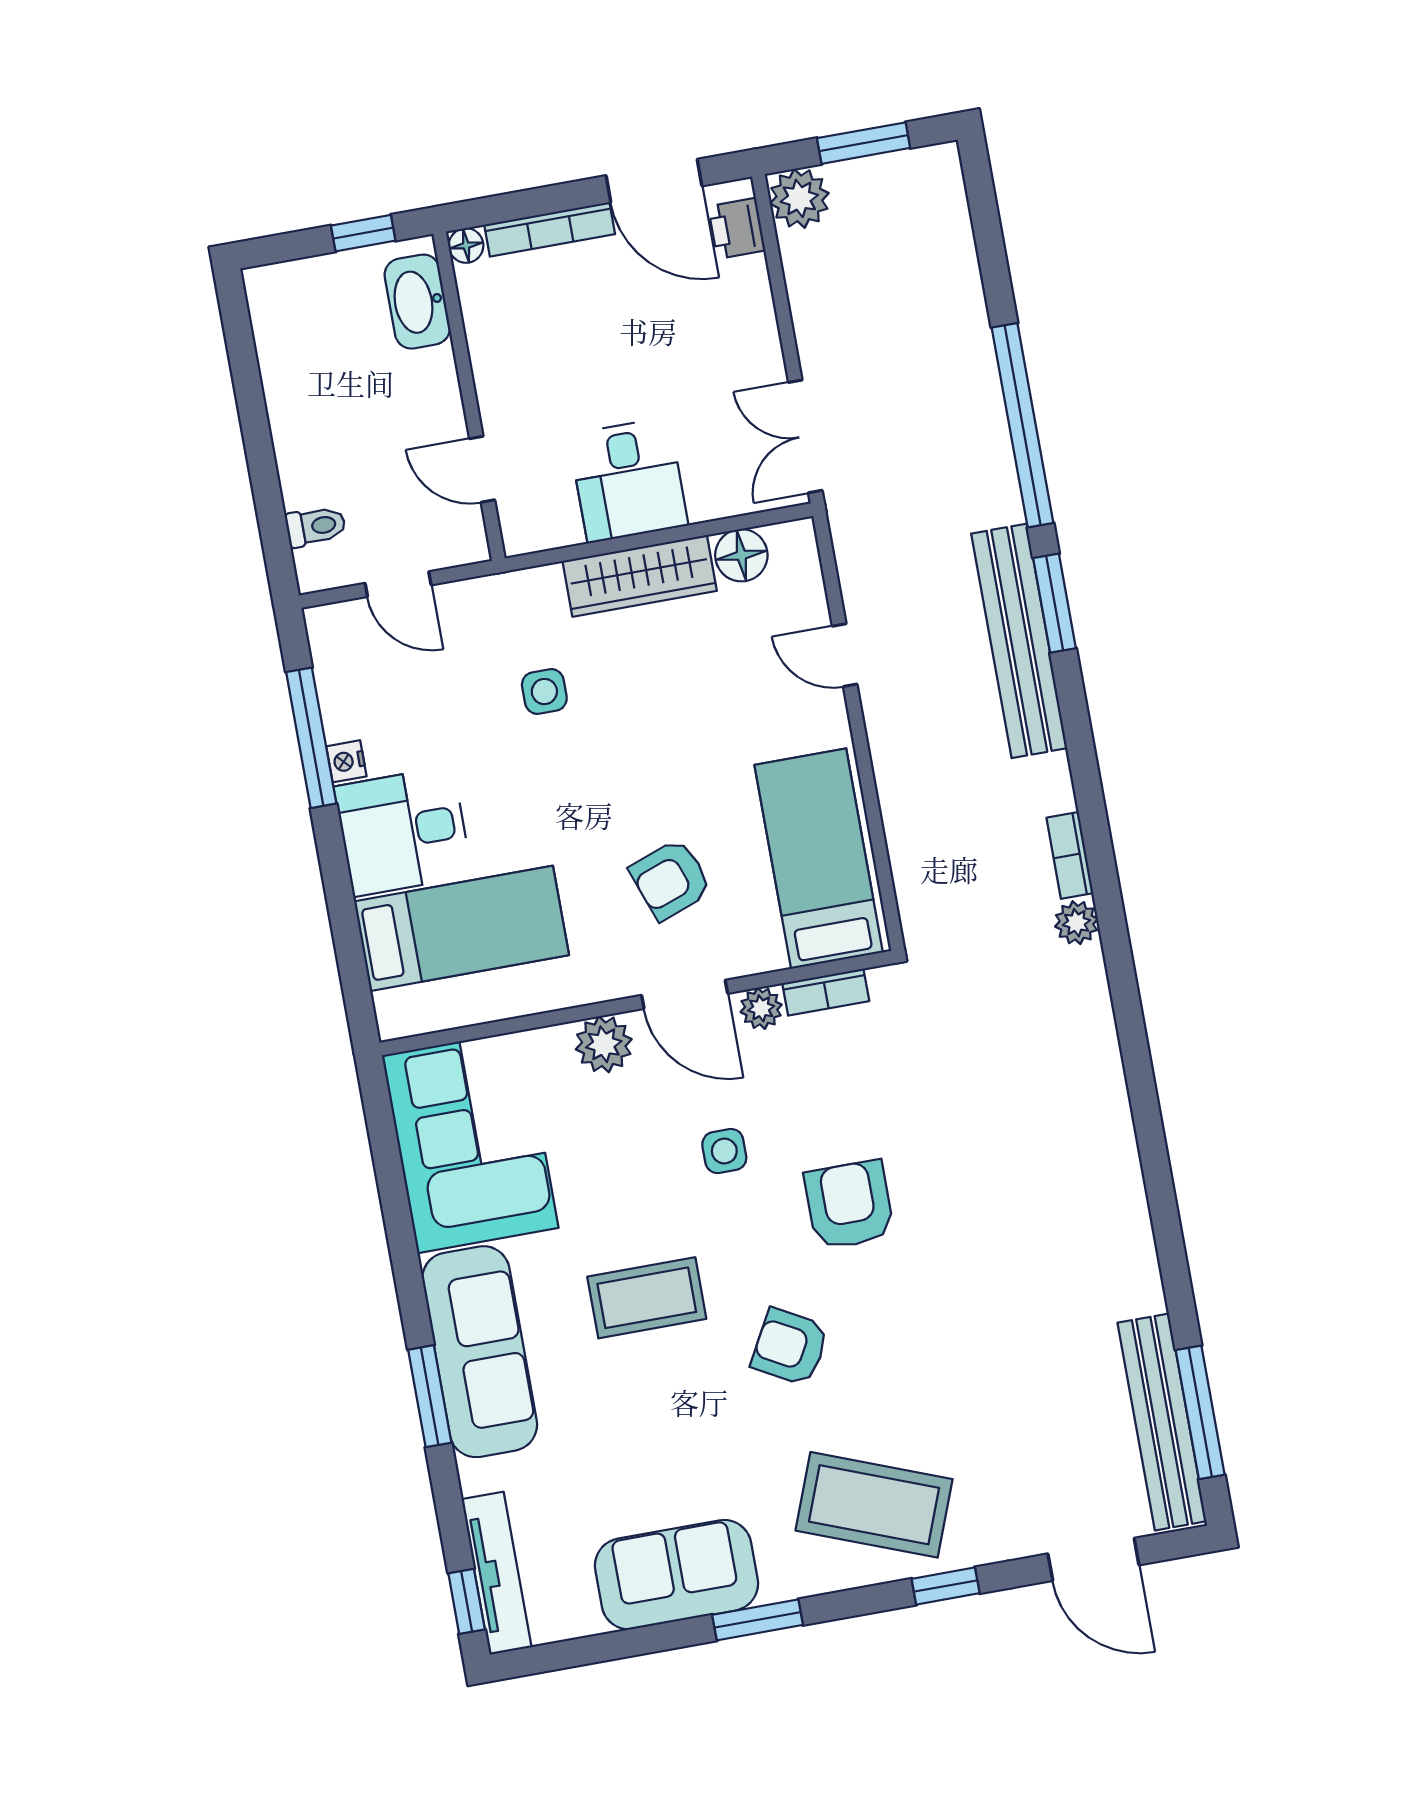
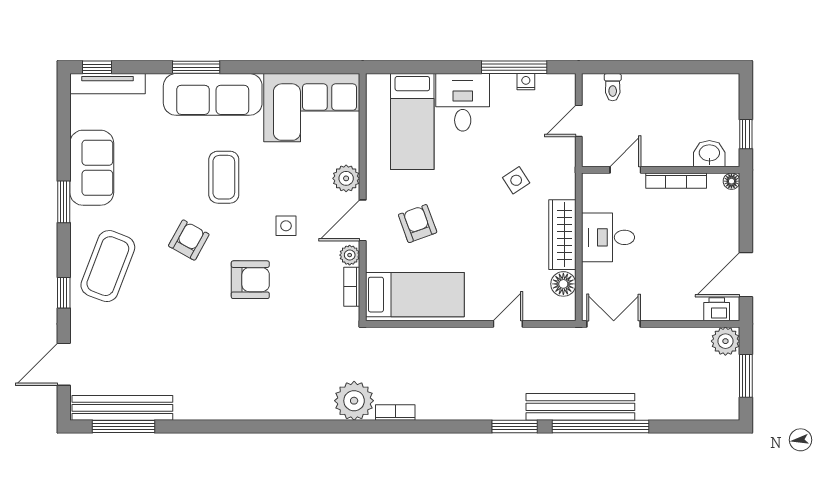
bookcase: (550, 229) -> (676, 181), moved, turned -90
washbasin: (417, 302) -> (709, 154), width x0.72
bench: (1019, 641) -> (580, 407), moved
side table: (544, 692) -> (516, 180), turned -33
nightstand: (346, 761) -> (526, 82), moved
plant: (1076, 923) -> (354, 401), width x1.87, depth x1.87

